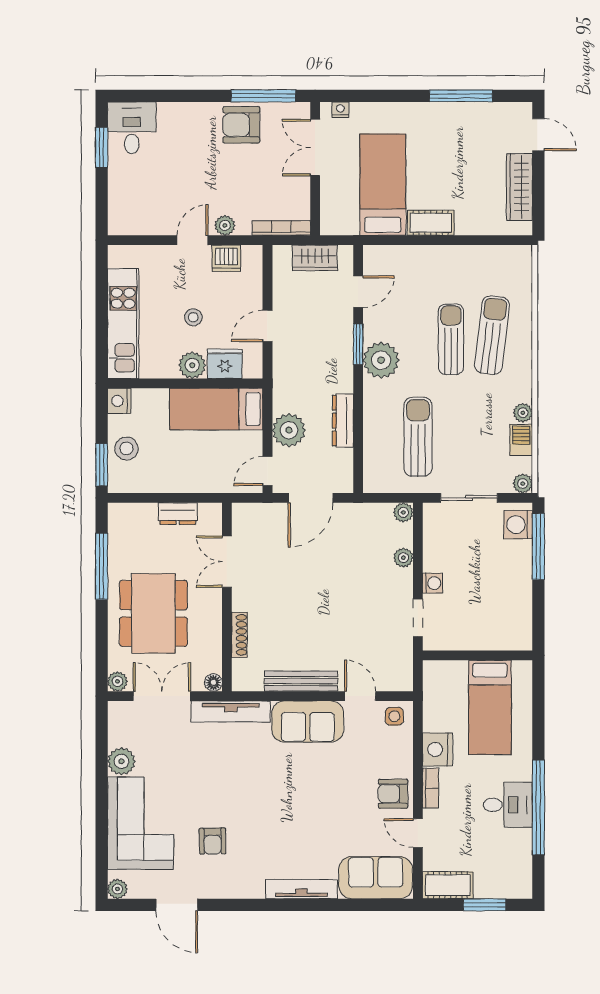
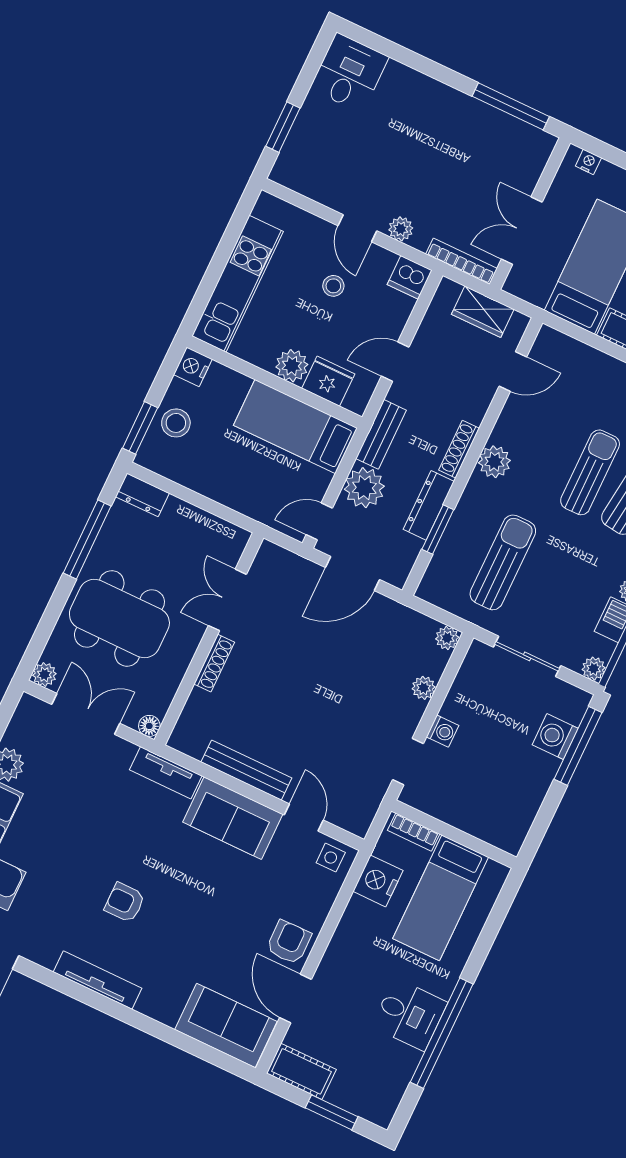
armchair: (241, 125) -> (471, 127), removed
window: (102, 147) -> (283, 127), moved
double door: (315, 148) -> (522, 231), moved
door: (192, 240) -> (357, 228), swing flipped
dishwasher: (226, 258) -> (410, 277), moved
stool: (193, 317) -> (333, 286), moved
window: (358, 344) -> (438, 530), moved
plant: (381, 360) -> (494, 462), width x0.73, depth x0.73
shoe rack: (346, 368) -> (459, 449), added
bench: (283, 385) -> (381, 434), added
dresser: (178, 514) -> (142, 495), moved
washing machine: (518, 525) -> (555, 737), moved
dining table: (153, 613) -> (119, 618), turned 90
shoe rack: (239, 635) -> (214, 663), moved
tv unit: (231, 711) -> (166, 773), width x0.71
nightstand: (438, 750) -> (378, 881), moved
bookcase: (431, 788) -> (414, 832), moved, turned 90
armchair: (393, 794) -> (289, 942), turned 89
door: (418, 833) -> (296, 998), width x1.38
armchair: (213, 841) -> (125, 902), moved, turned 91
tv unit: (301, 889) -> (98, 980), moved

